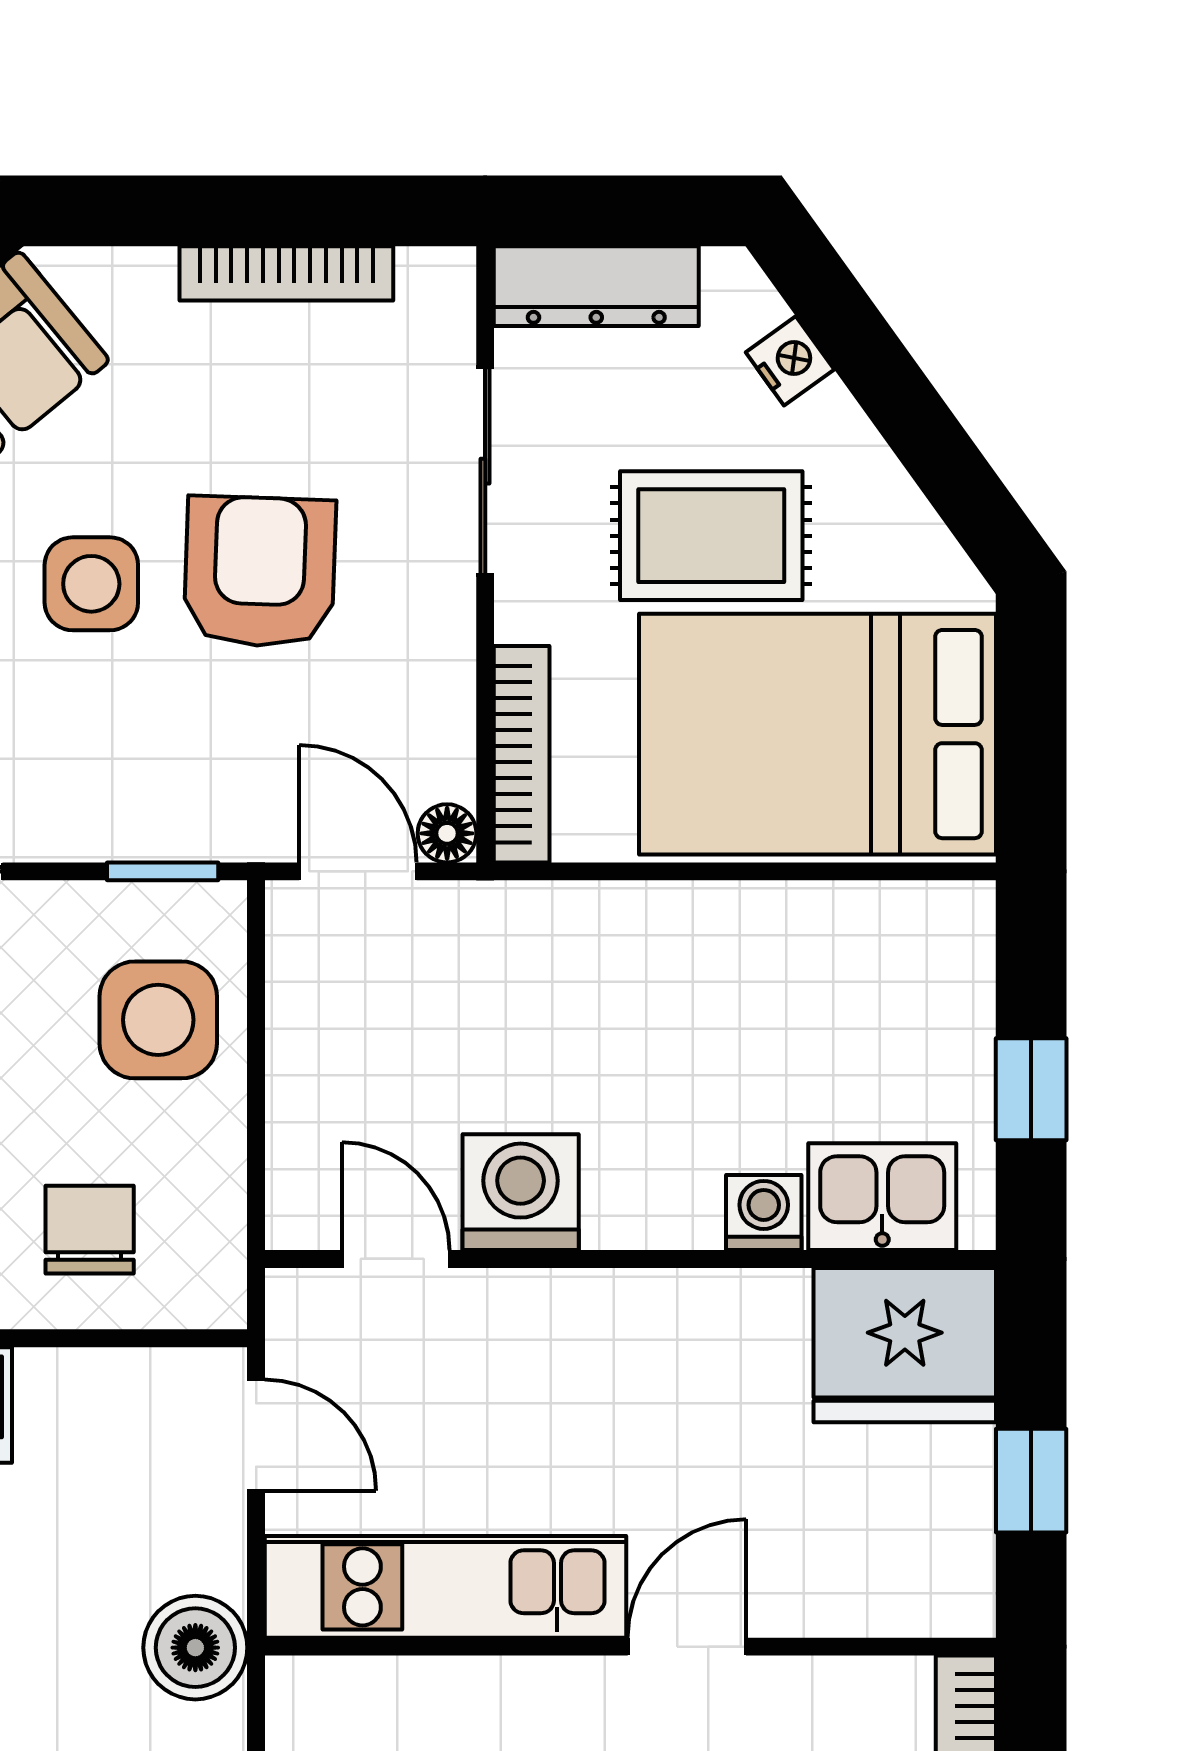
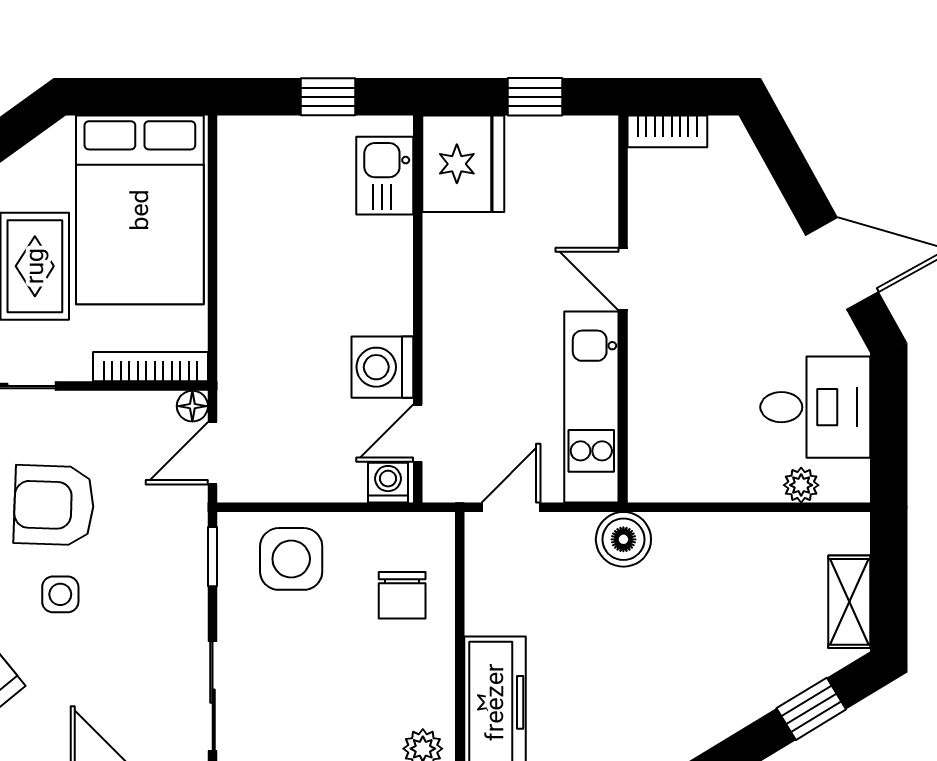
side table: (91, 584) -> (60, 594), width x0.73, depth x0.73
washing machine: (764, 1212) -> (388, 483), moved, turned 90
chair: (90, 1230) -> (402, 595), turned -90

